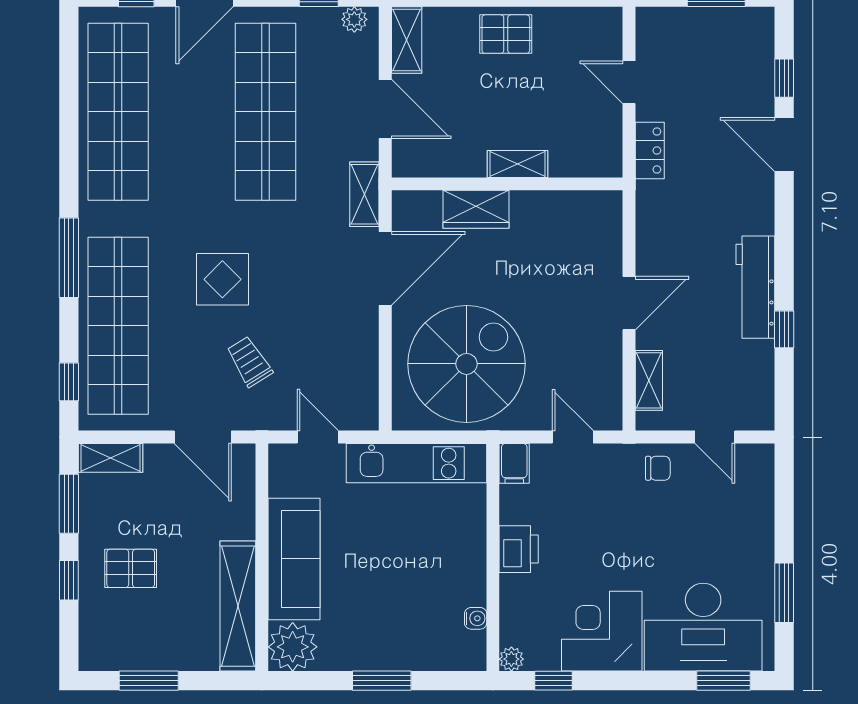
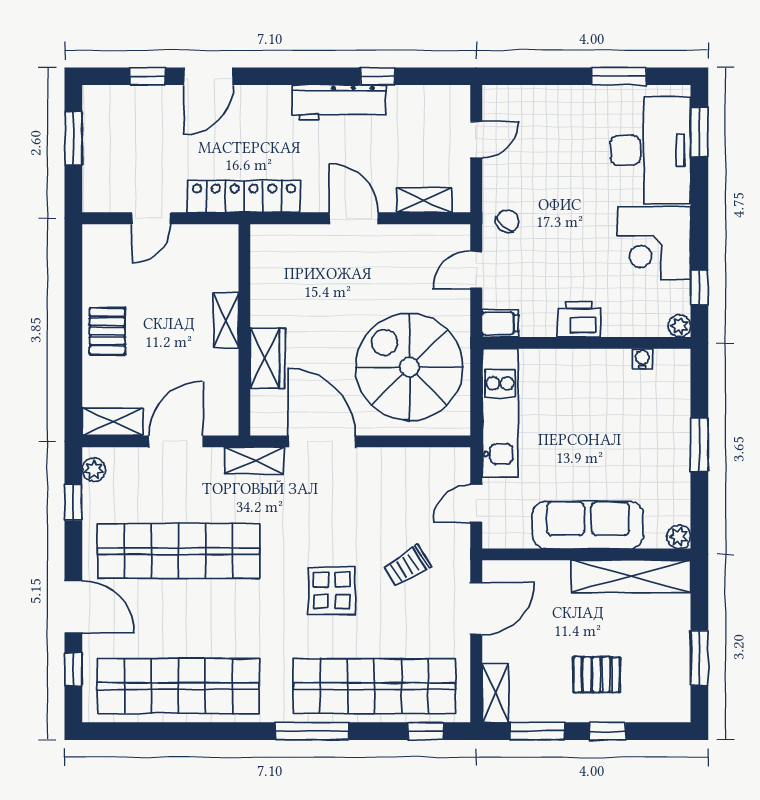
locker: (650, 150) -> (244, 197), width x2.16, depth x1.21
chair: (658, 468) -> (507, 221), moved, turned 40
pallet: (131, 568) -> (597, 675), turned 90
plant: (293, 647) -> (679, 537), width x0.53, depth x0.53

